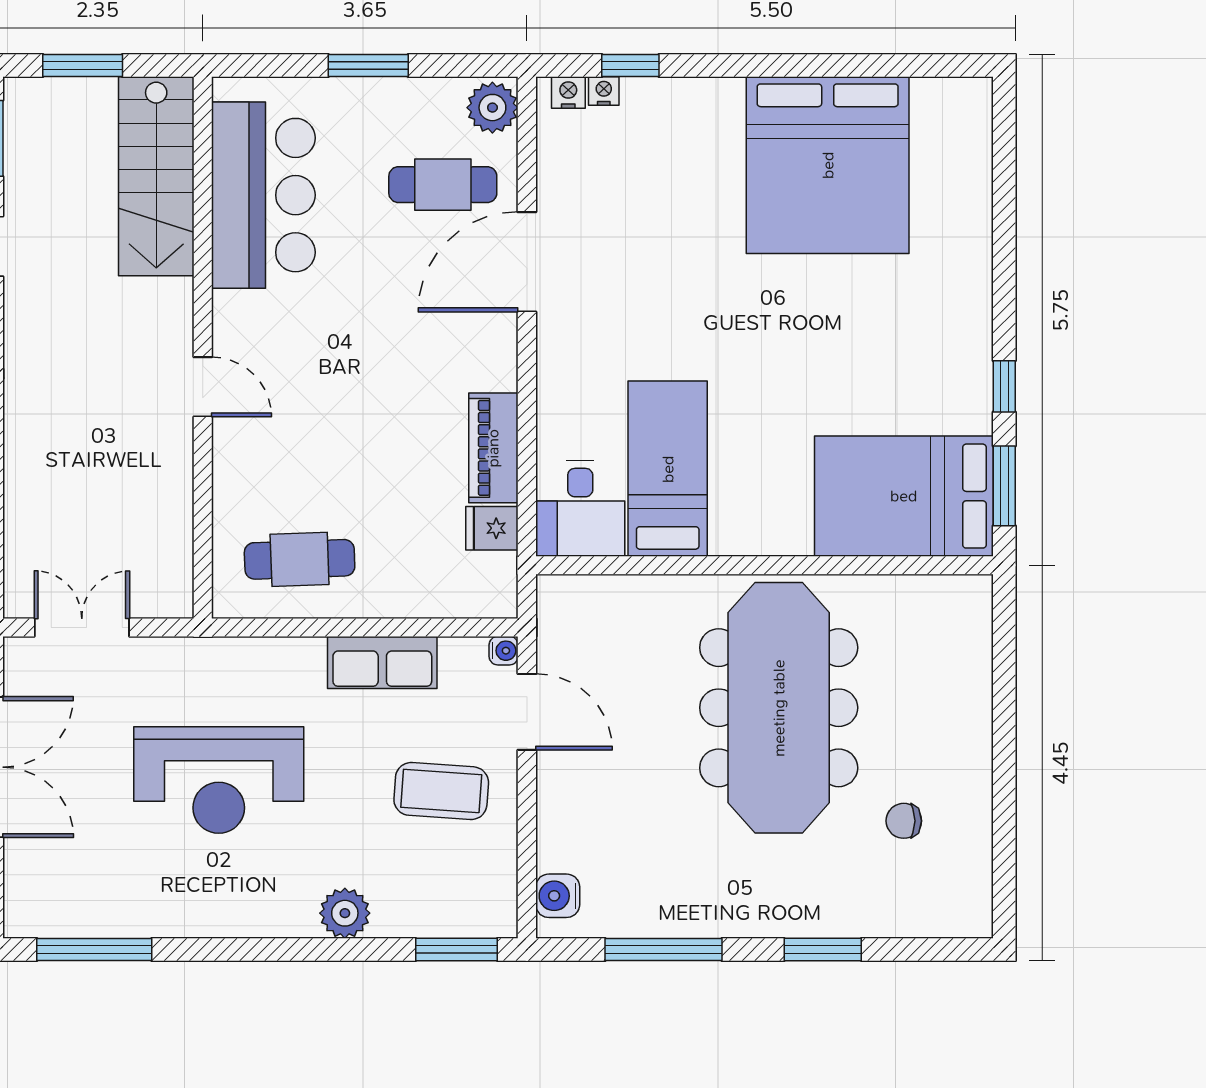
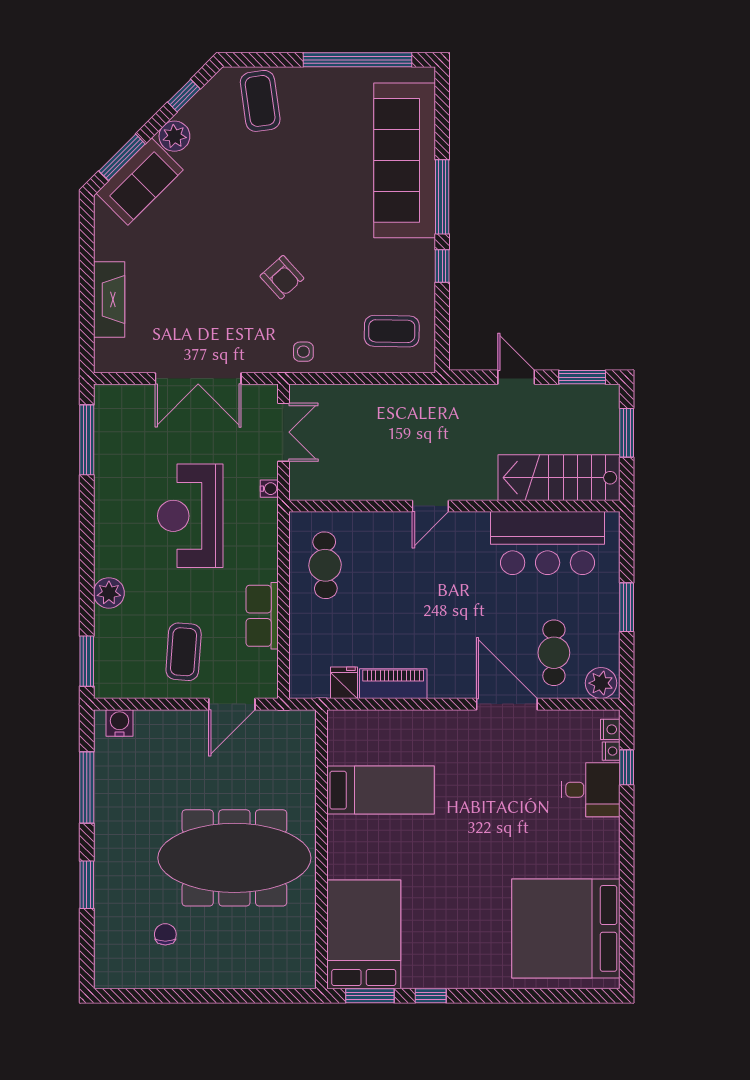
bed: (828, 165) -> (566, 928), moved
desk: (580, 508) -> (591, 790), moved, turned 180
water cooler: (504, 651) -> (269, 489), moved, turned -90

